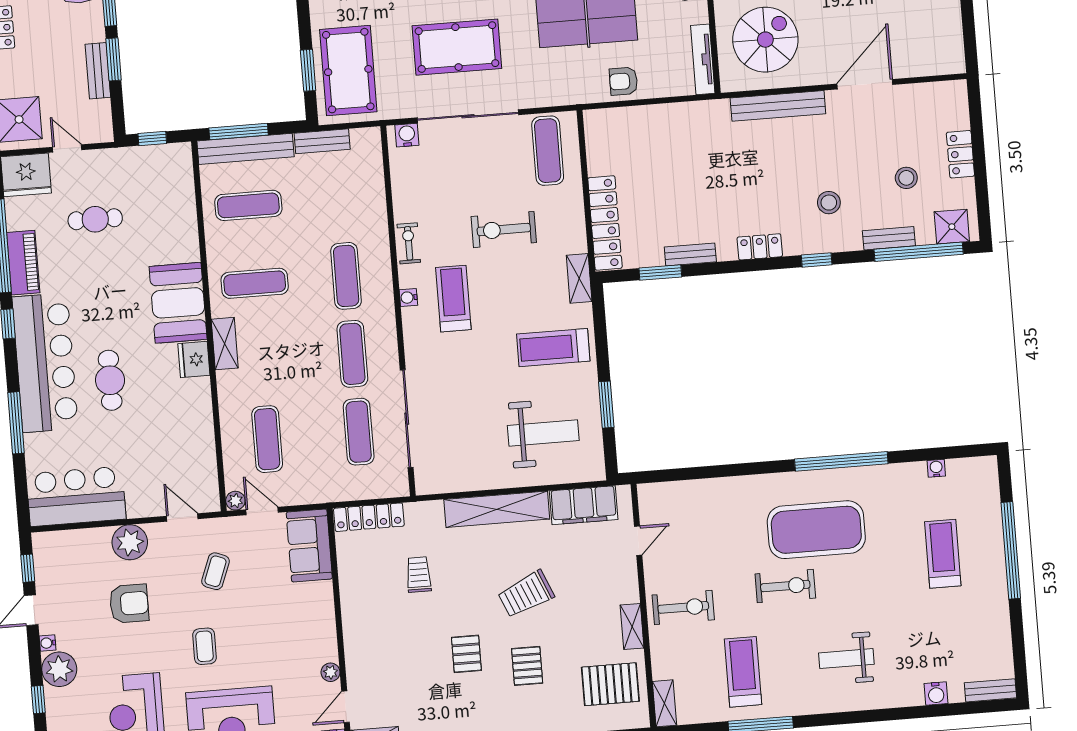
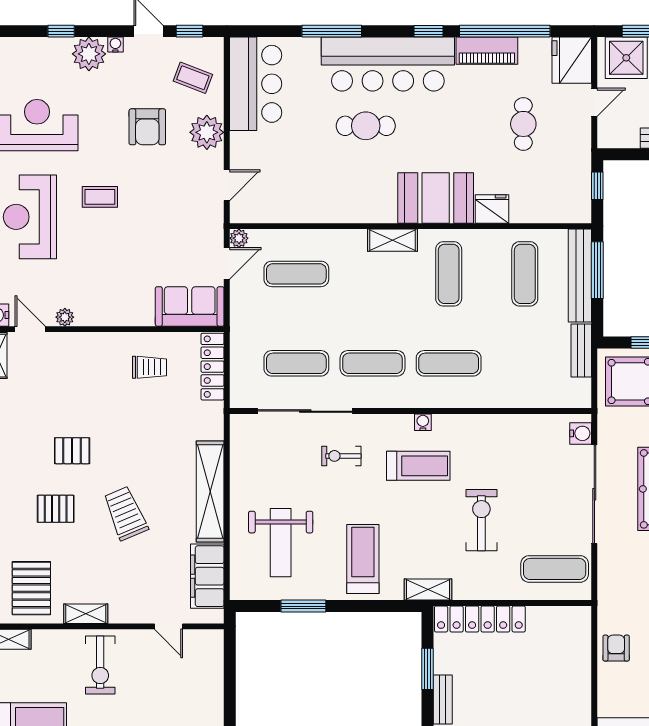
exercise bike: (409, 243) -> (341, 456), moved, turned 180
fridge: (194, 360) -> (492, 209), moved
coffee table: (215, 571) -> (193, 78), moved
trolley: (419, 575) -> (150, 367), moved

